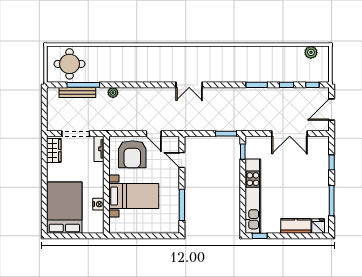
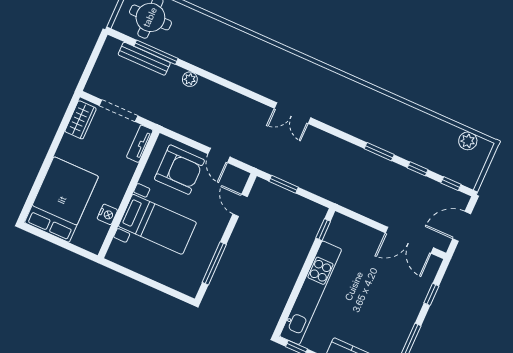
window: (226, 134) -> (284, 184), moved
double door: (290, 134) -> (409, 240), moved
armchair: (132, 154) -> (179, 170), turned -90

